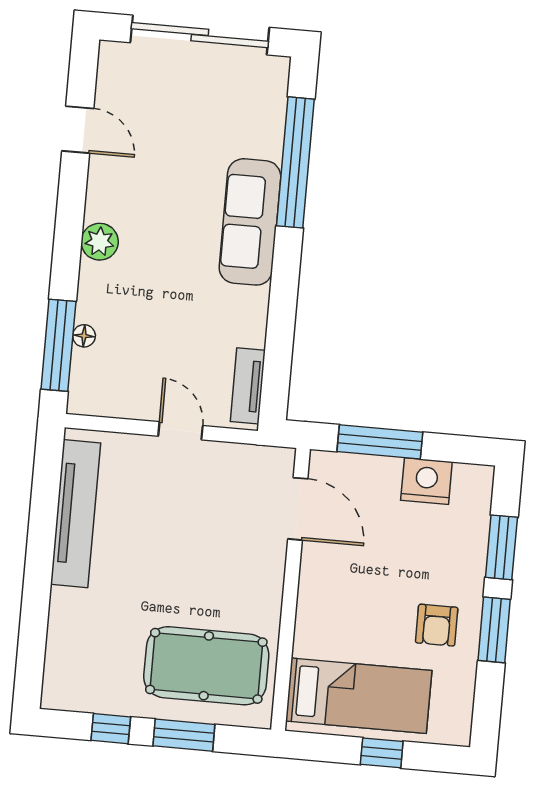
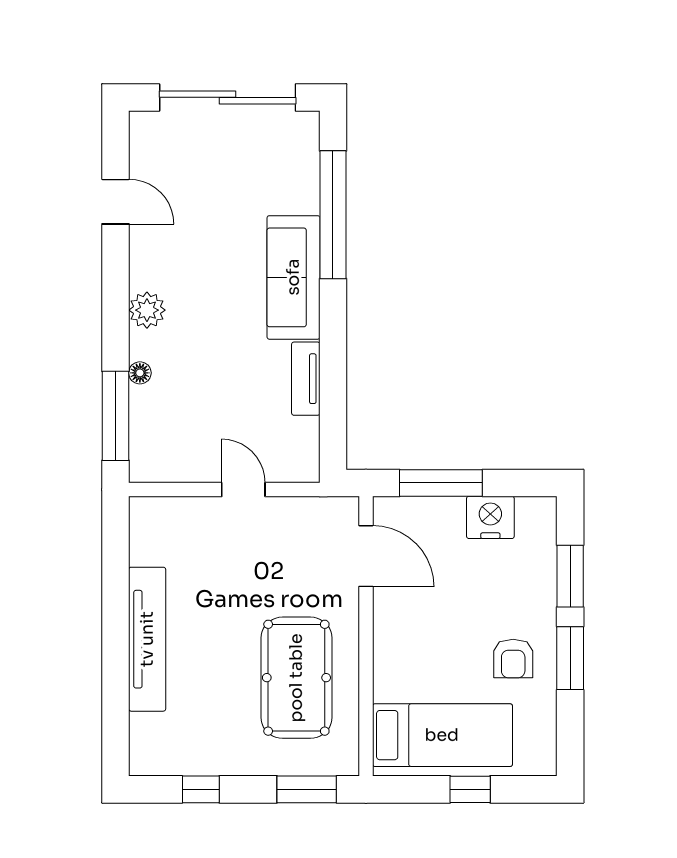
floor lamp: (84, 336) -> (140, 373), moved
tv unit: (248, 386) -> (306, 379), moved
tv unit: (76, 514) -> (147, 639), moved
pool table: (206, 666) -> (296, 678), moved, turned 90
window: (184, 735) -> (307, 789), moved

